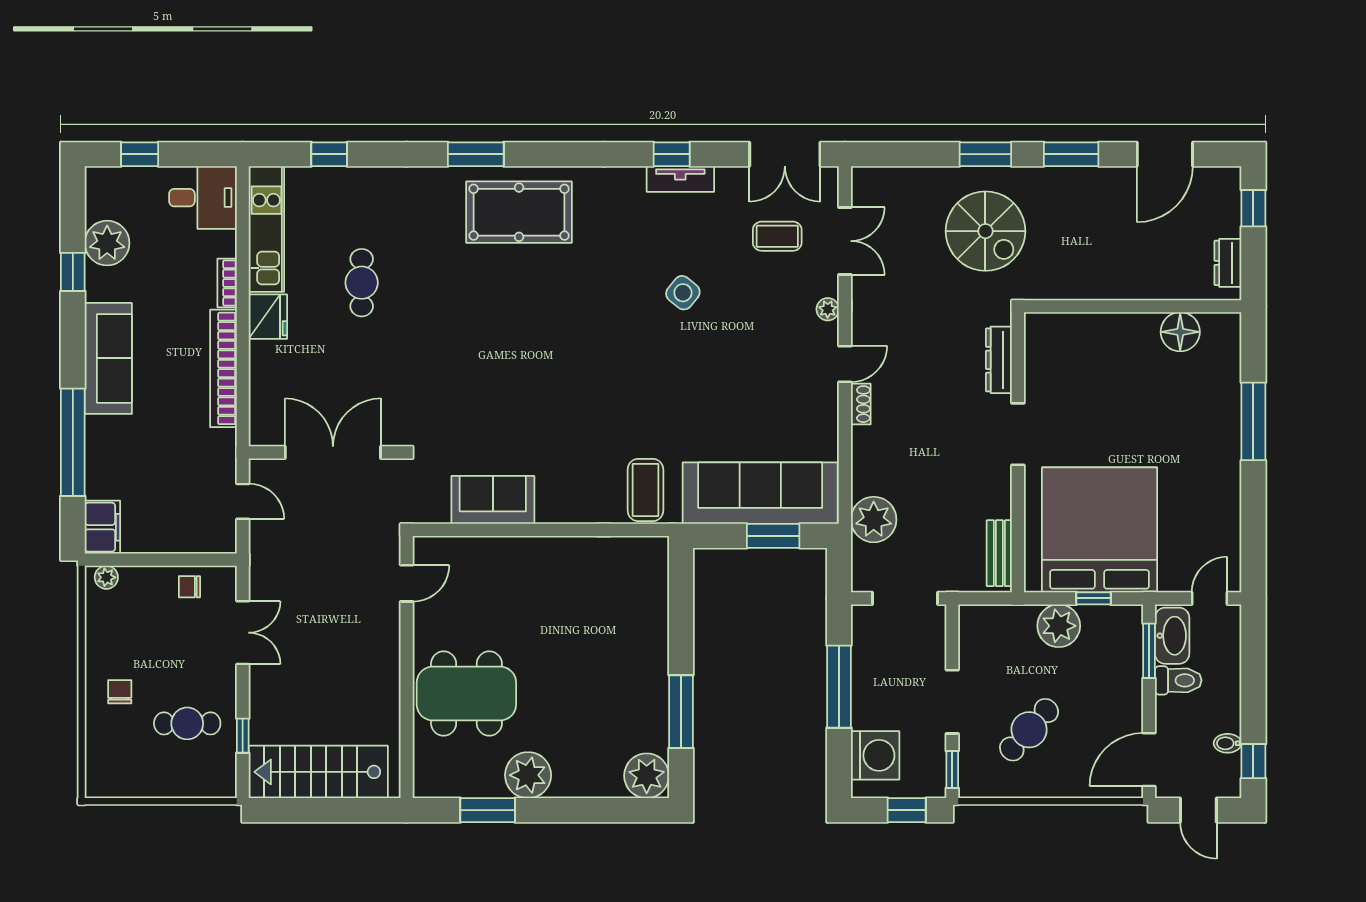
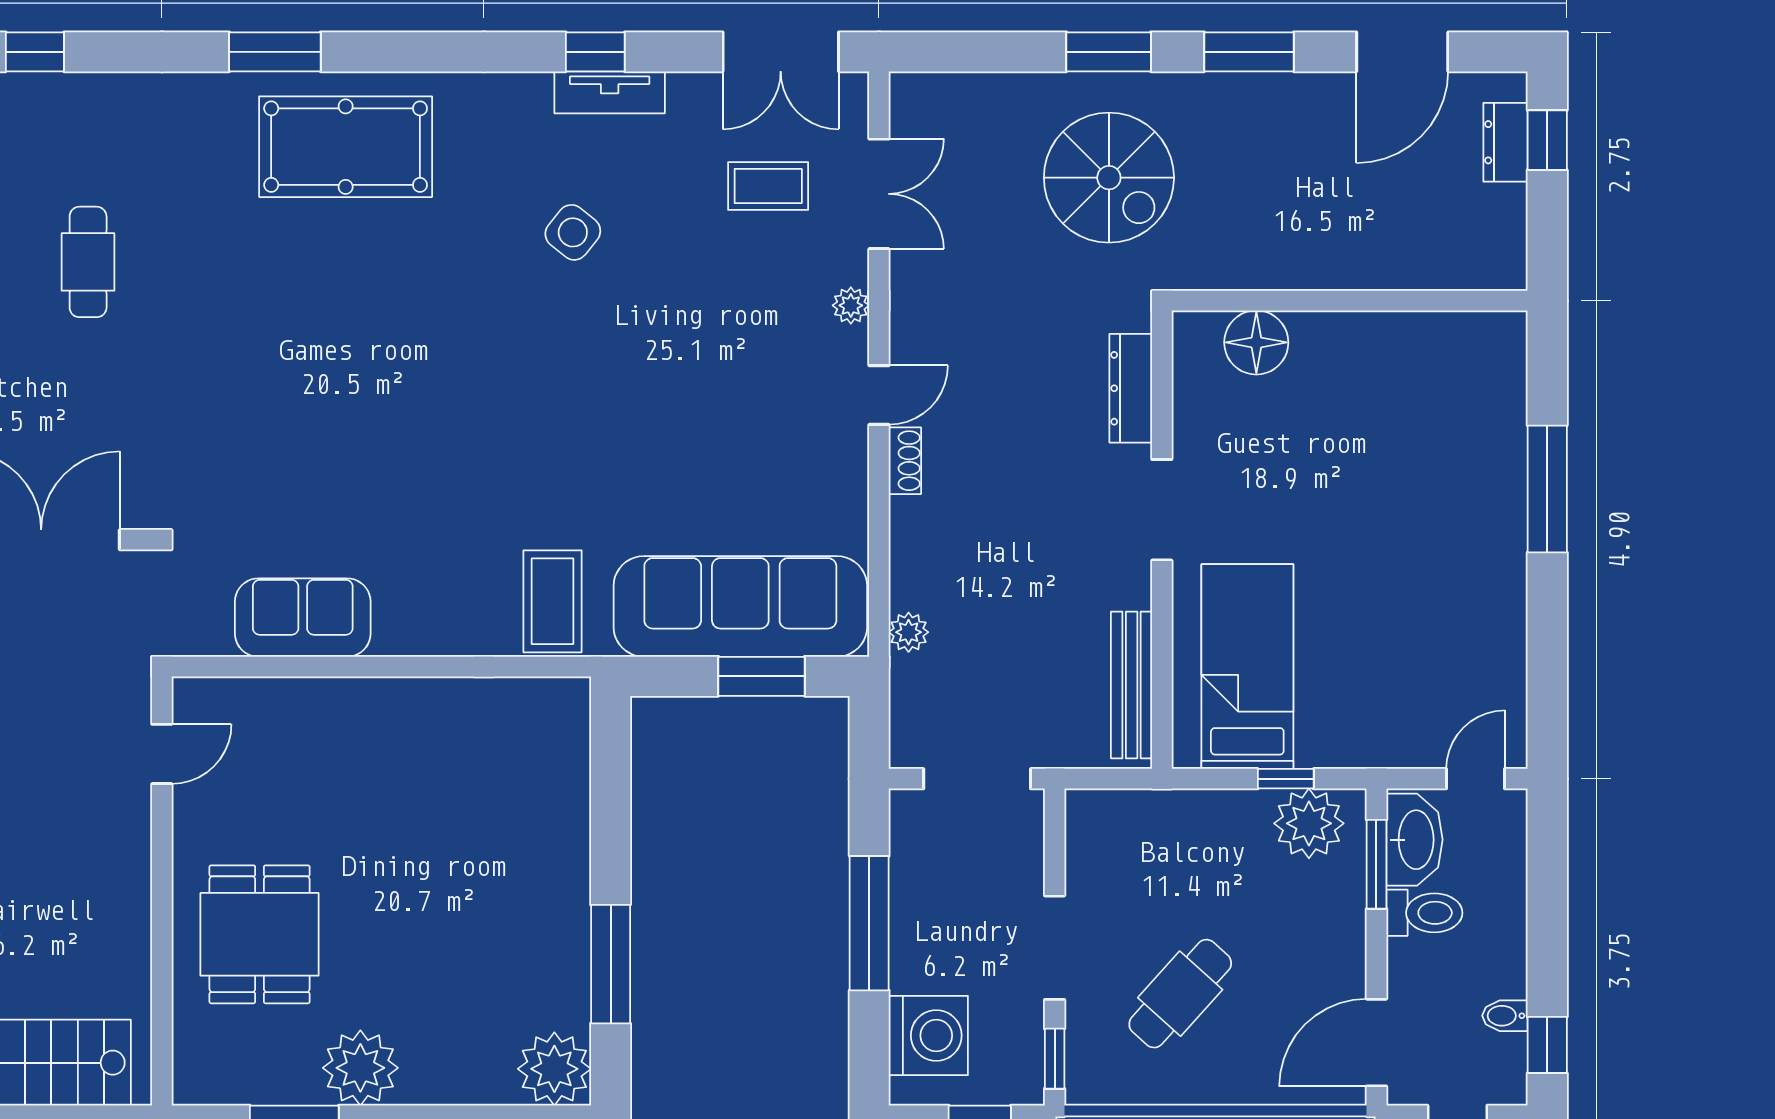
dresser: (1228, 263) -> (1506, 142), moved
side table: (683, 293) -> (573, 232), moved
floor lamp: (1180, 332) -> (1256, 342), moved
plant: (874, 520) -> (909, 632), width x0.53, depth x0.53
bed: (1099, 530) -> (1247, 667), width x0.49
bench: (999, 553) -> (1132, 685), width x1.36
plant: (1059, 626) -> (1309, 823), moved
dining table: (466, 694) -> (260, 934), width x0.73

